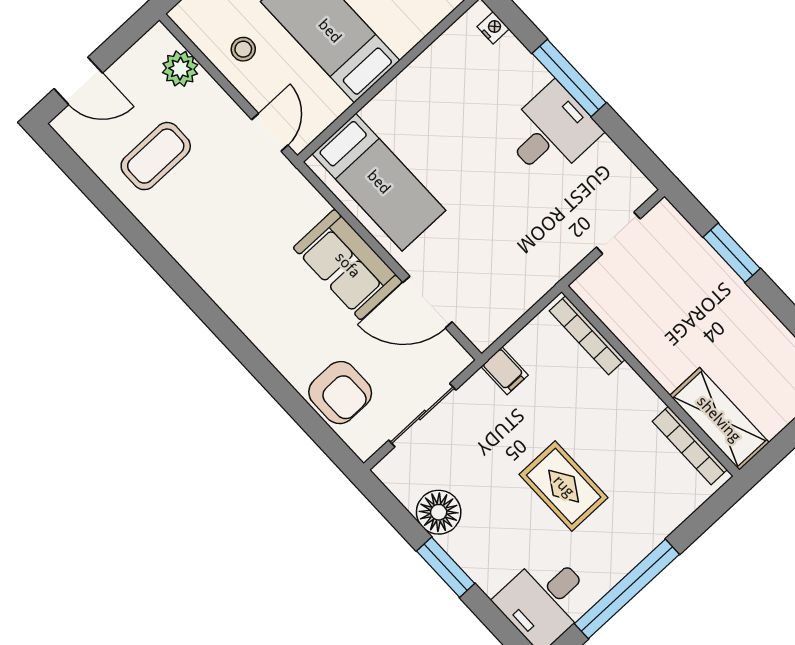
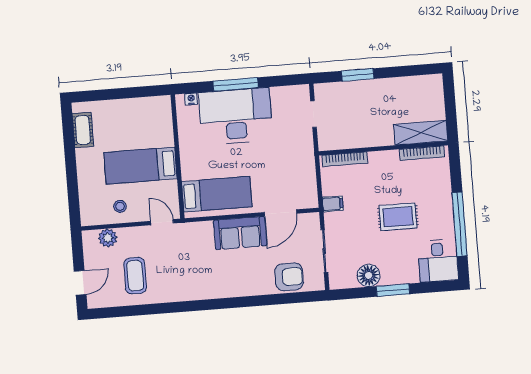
desk: (551, 132) -> (236, 116), width x1.87, depth x1.30

